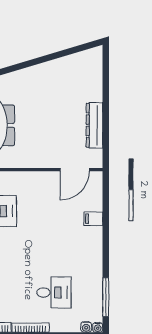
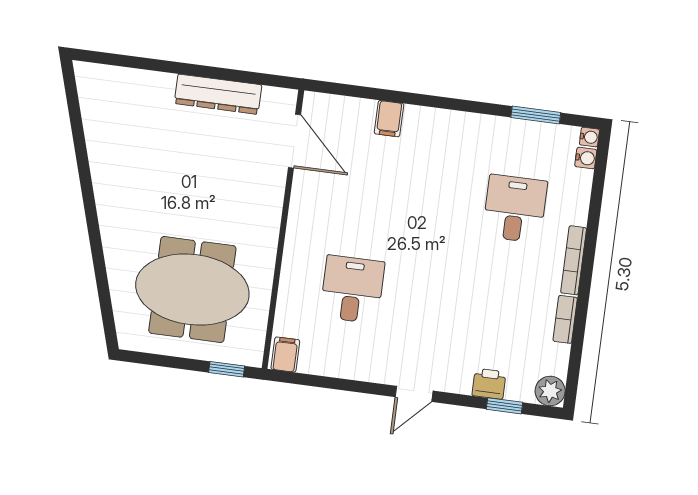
window: (106, 297) -> (536, 115), width x0.69

